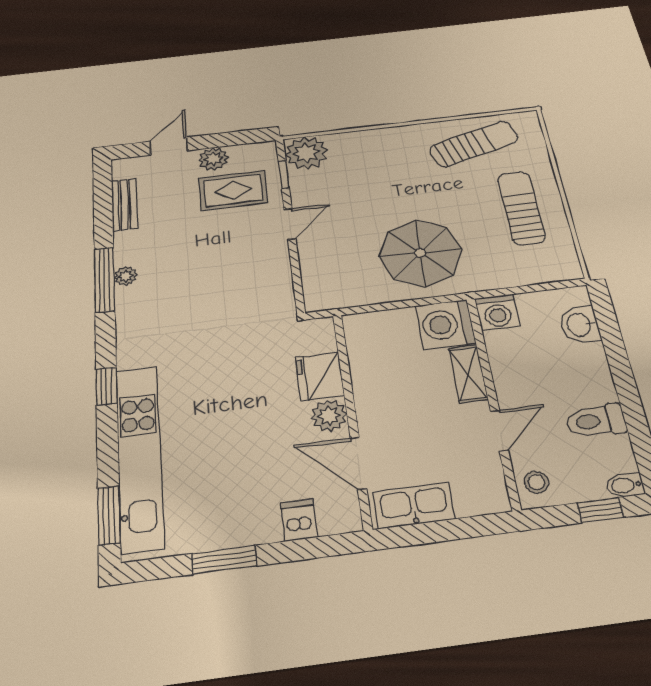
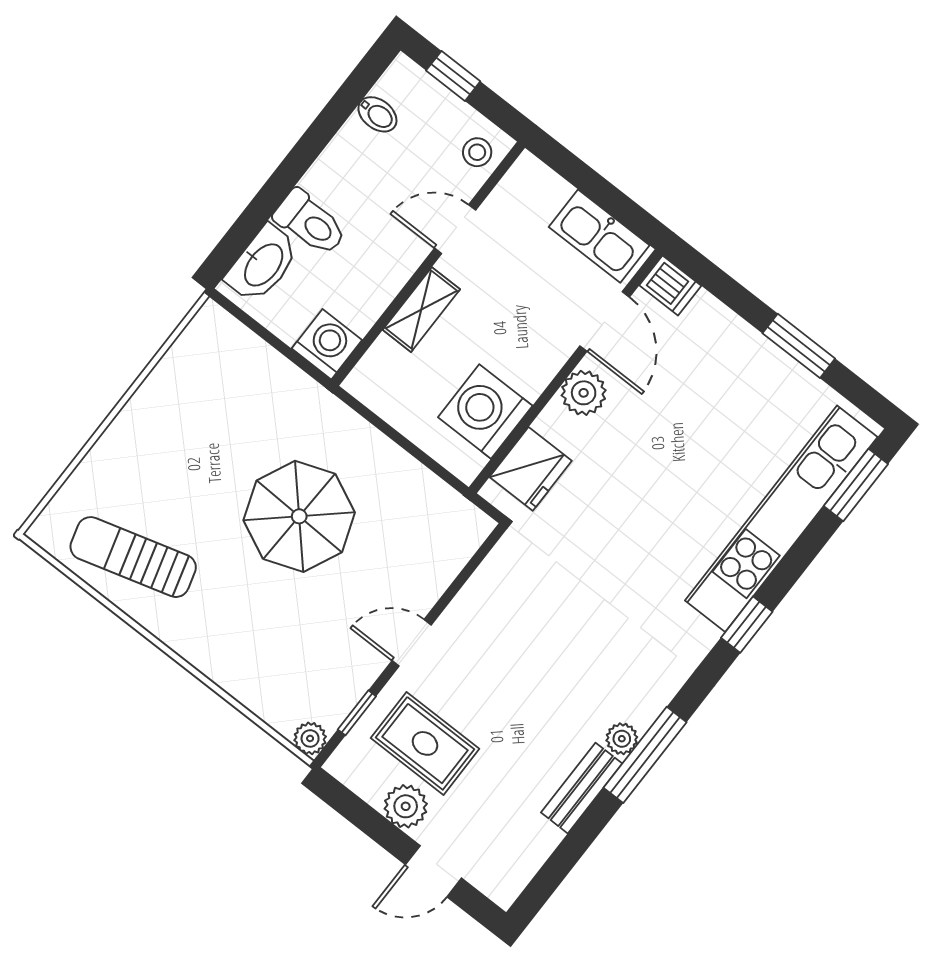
plant: (306, 153) -> (310, 738), width x0.53, depth x0.53
bench: (124, 204) -> (582, 788), moved
sun lounger: (521, 208) -> (175, 433), removed
parasol: (420, 253) -> (299, 516), moved
washing machine: (446, 324) -> (485, 411), moved, turned 180
washbasin: (580, 325) -> (263, 264), width x1.38
fridge: (320, 376) -> (531, 469), moved
toilet: (596, 421) -> (310, 223), moved
bidet: (625, 485) -> (377, 114), moved
dishwasher: (299, 520) -> (670, 286), moved, turned -90

